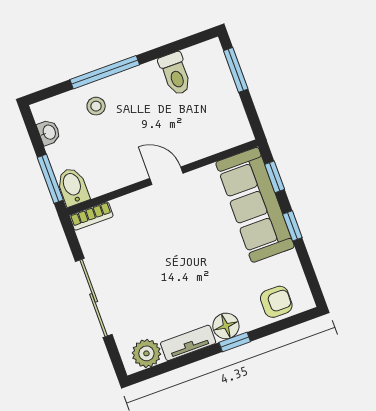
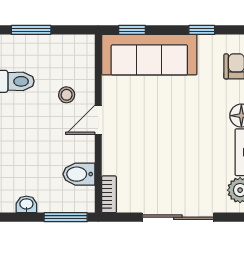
stool: (96, 106) -> (67, 95), moved
bidet: (73, 187) -> (79, 174), moved
window: (292, 226) -> (202, 30), moved

